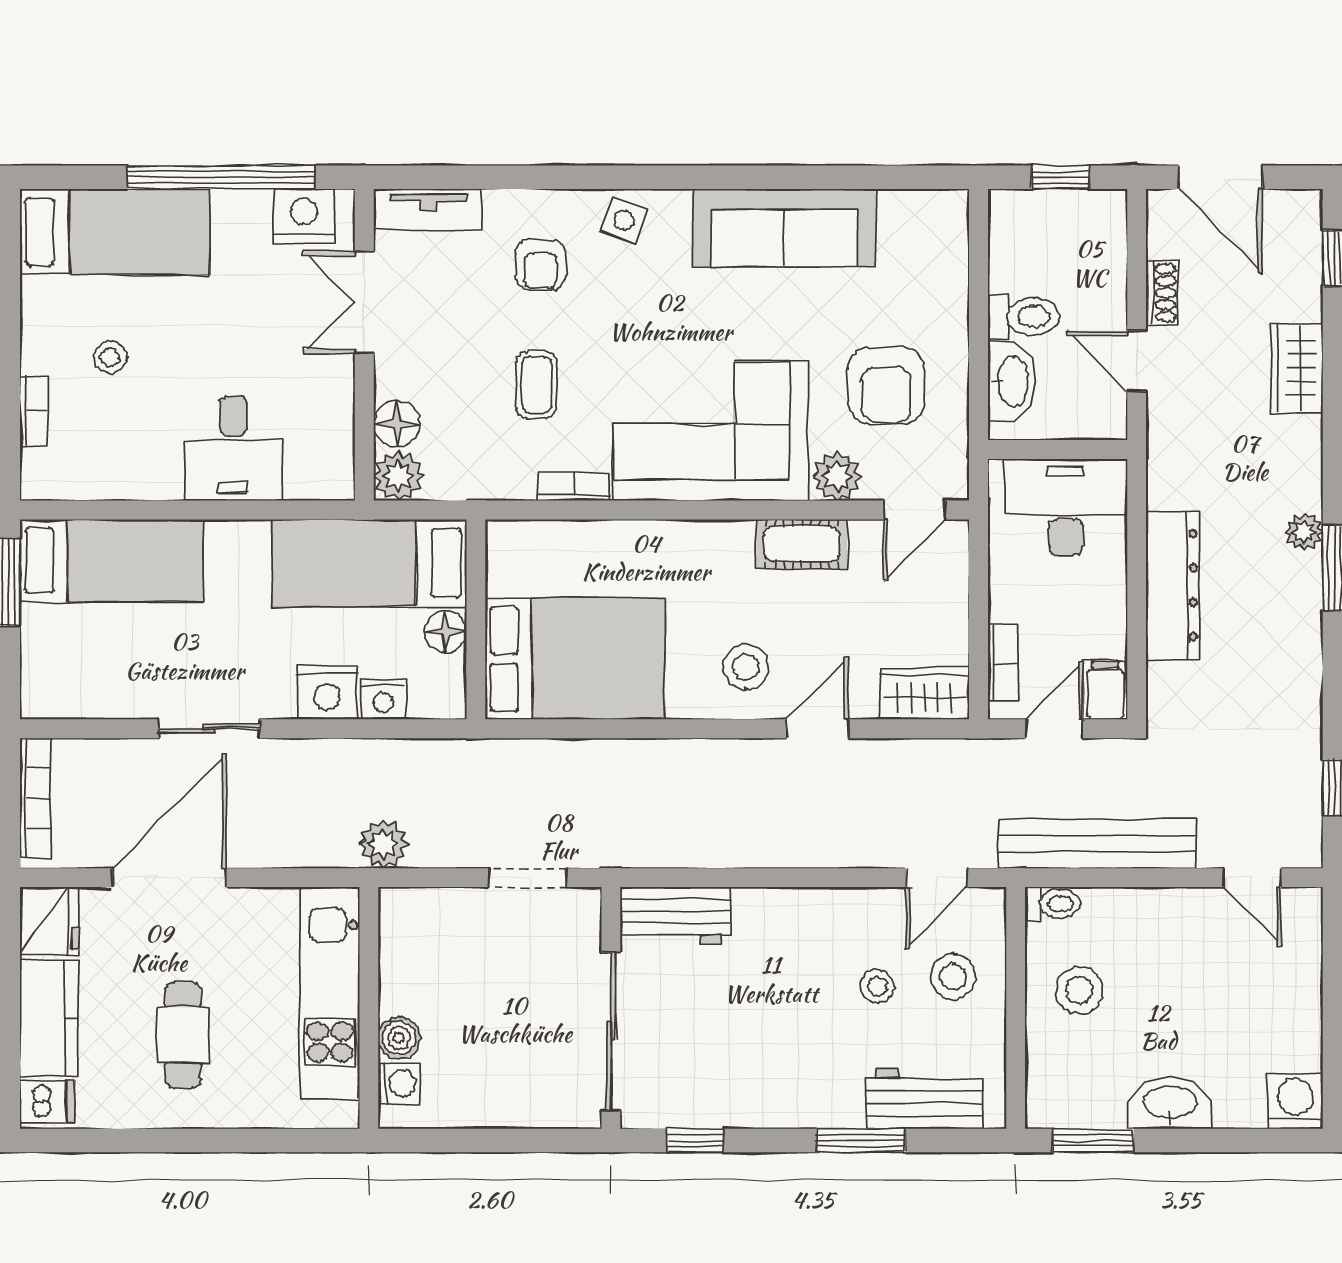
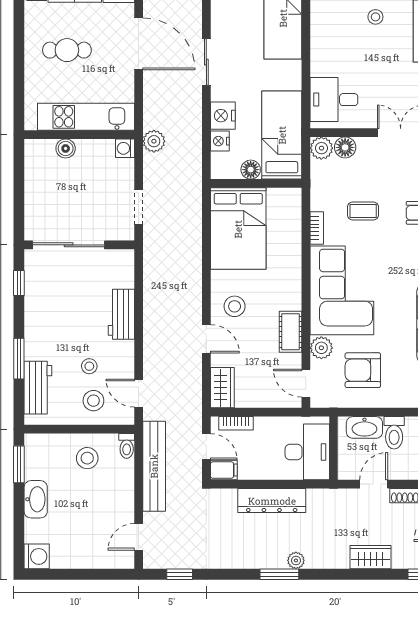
desk: (234, 448) -> (334, 100), moved
workbench: (675, 915) -> (121, 314), moved
washing machine: (399, 1083) -> (125, 148), moved, turned 90

